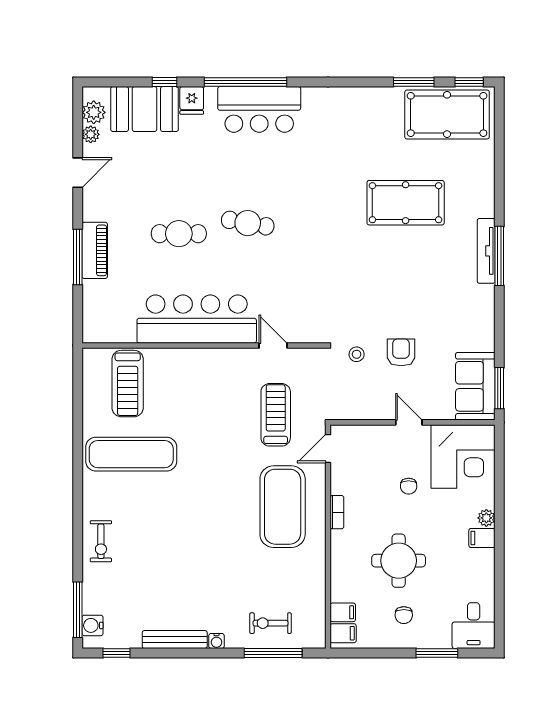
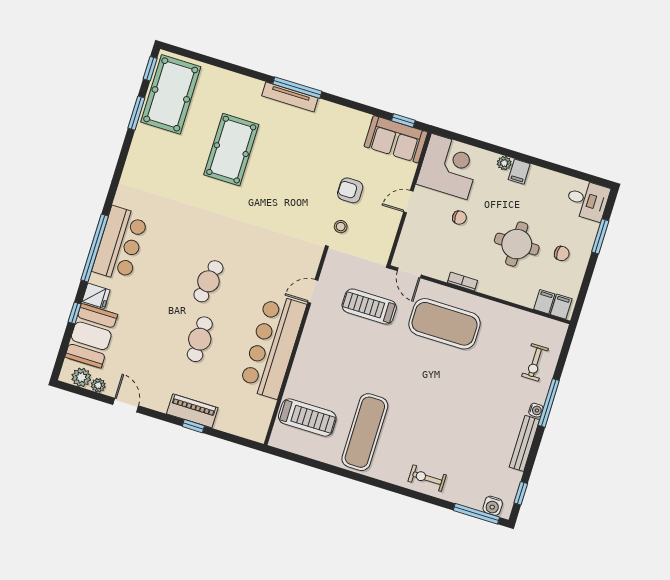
window: (78, 257) -> (193, 426), width x0.46
window: (499, 388) -> (403, 120), width x0.67
exercise bike: (101, 541) -> (427, 478), turned 180
window: (273, 653) -> (549, 403), moved

